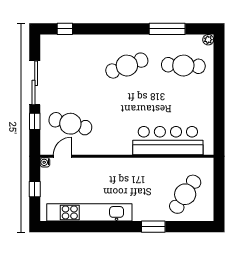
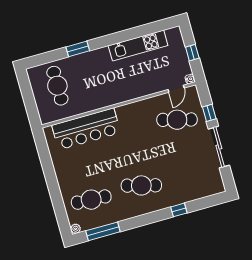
window: (65, 29) -> (179, 210), moved
window: (167, 29) -> (103, 231), moved
cafe table: (127, 66) -> (141, 185), turned 36
cafe table: (185, 194) -> (57, 86), turned -34
kitchen unit: (89, 212) -> (138, 46), width x0.73

